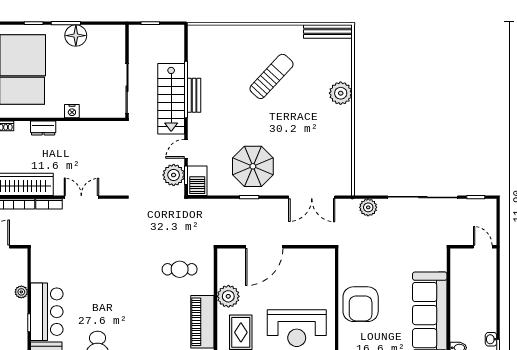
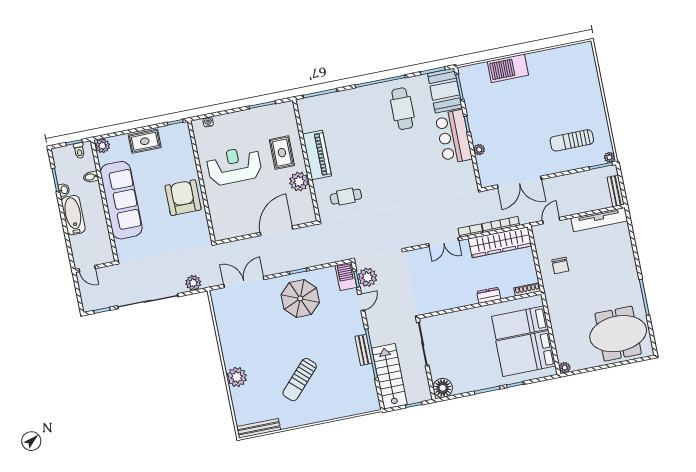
floor lamp: (76, 36) -> (443, 388), moved
stairs: (171, 99) -> (389, 376), moved
nightstand: (72, 111) -> (467, 315), removed
bathtub: (486, 309) -> (73, 215), added

